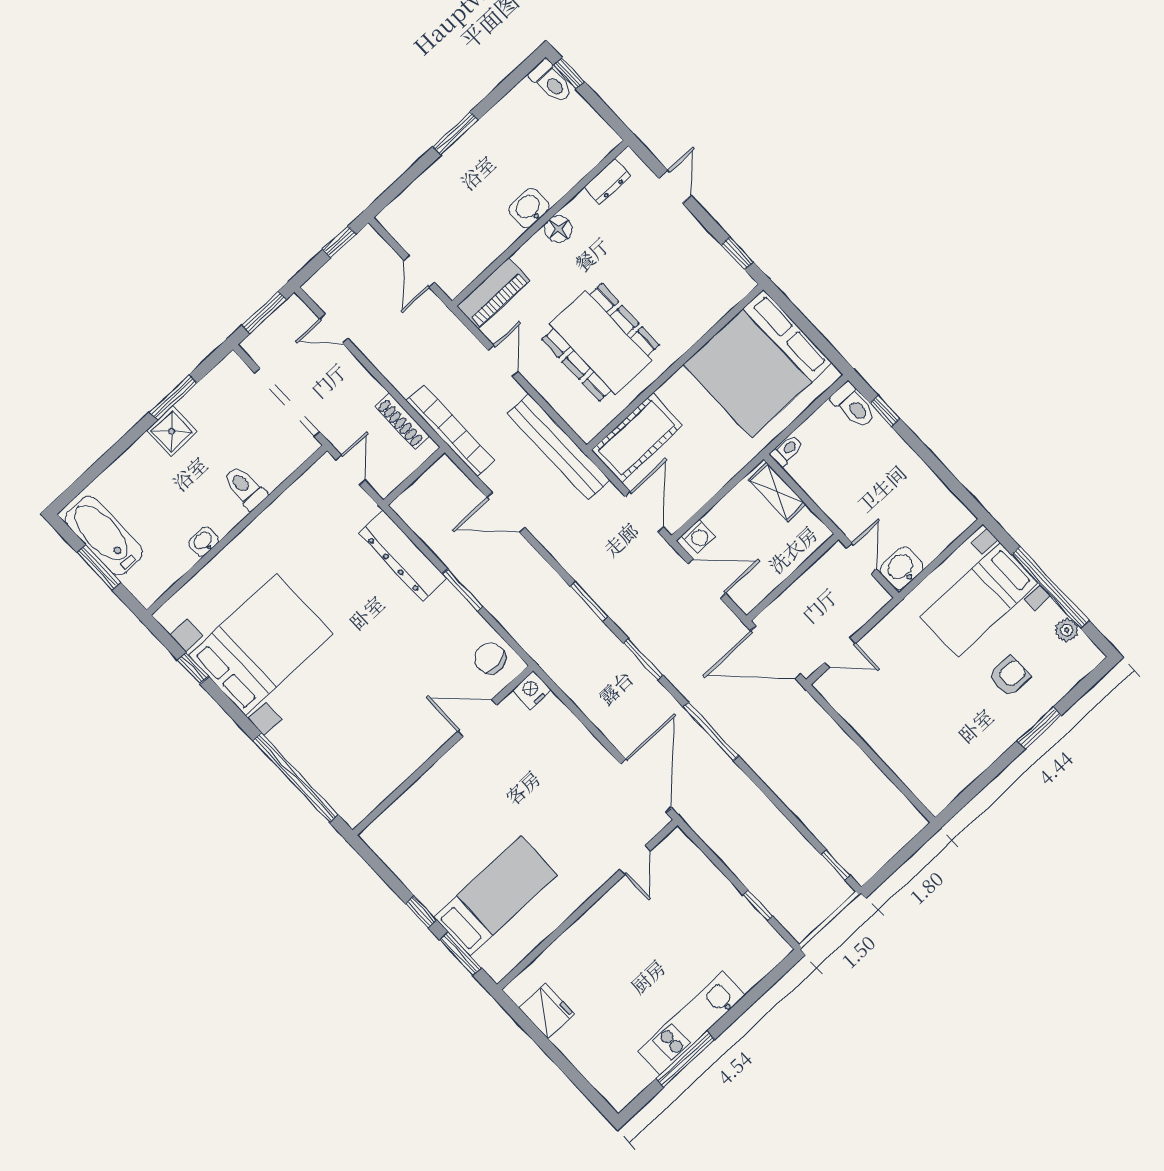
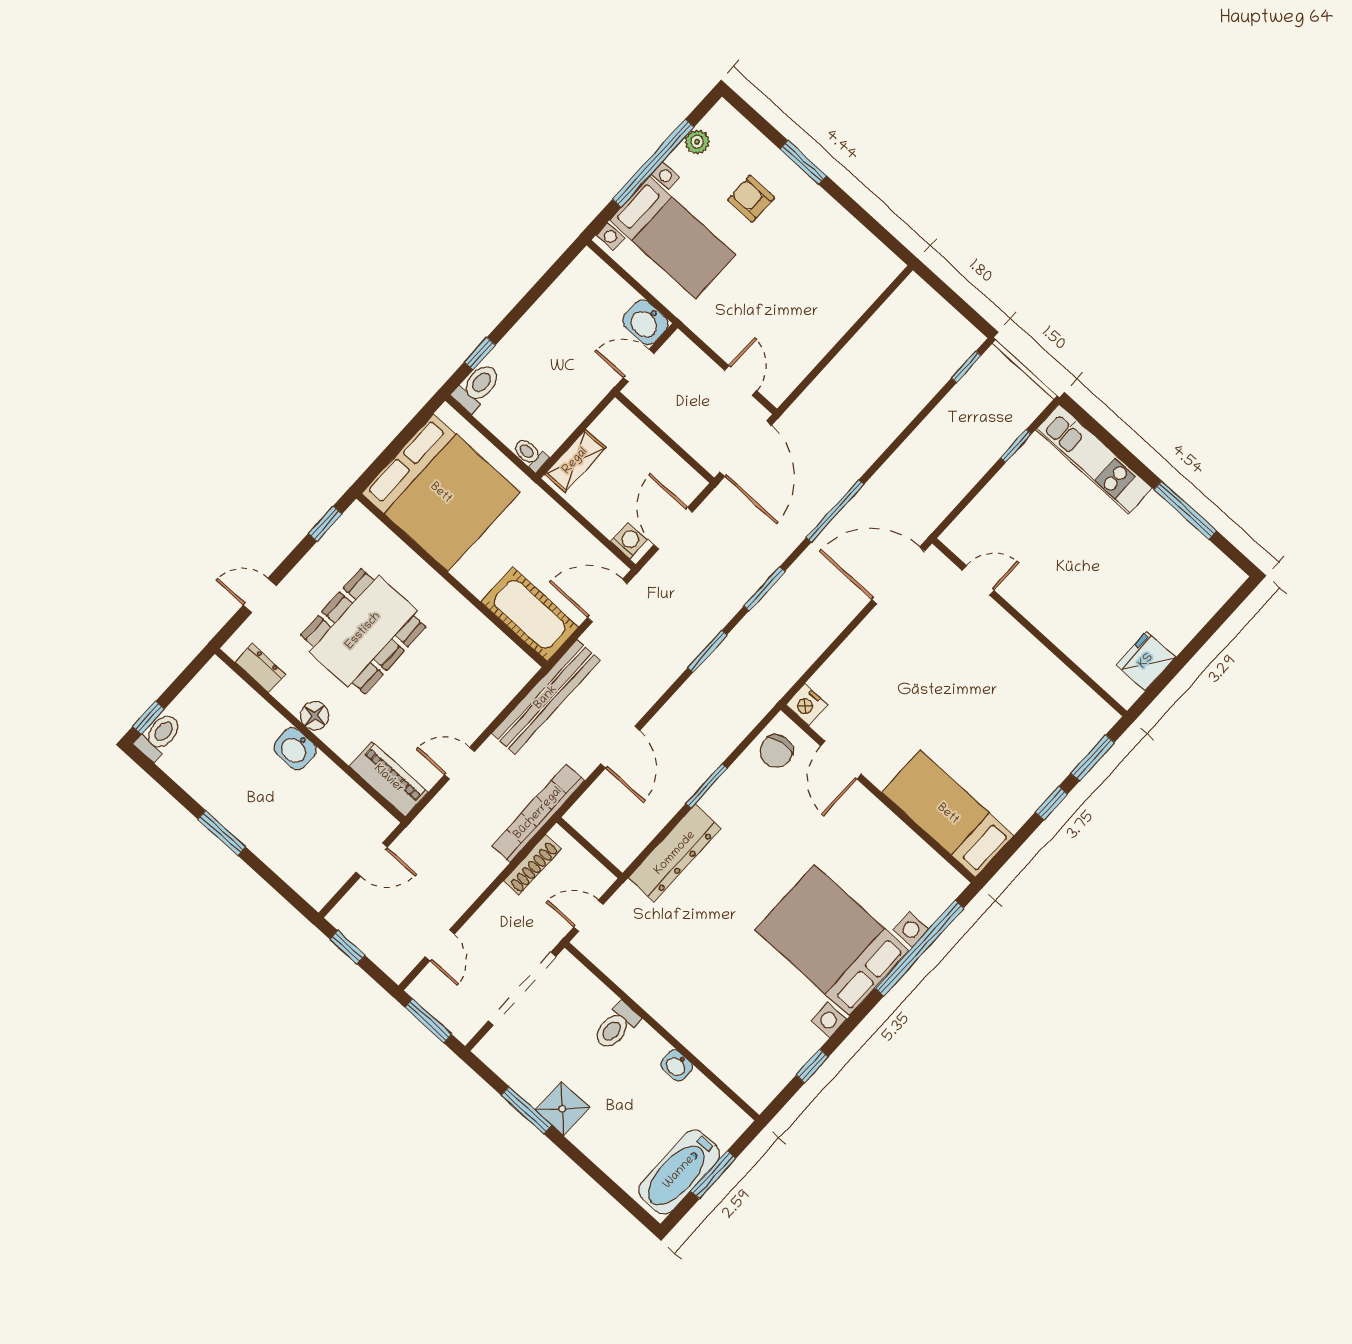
dining table: (601, 342) -> (363, 631), moved
bed with nightstands: (261, 644) -> (832, 940), moved
bed: (496, 896) -> (948, 814), moved
kitchen unit: (691, 1023) -> (1094, 459), moved

